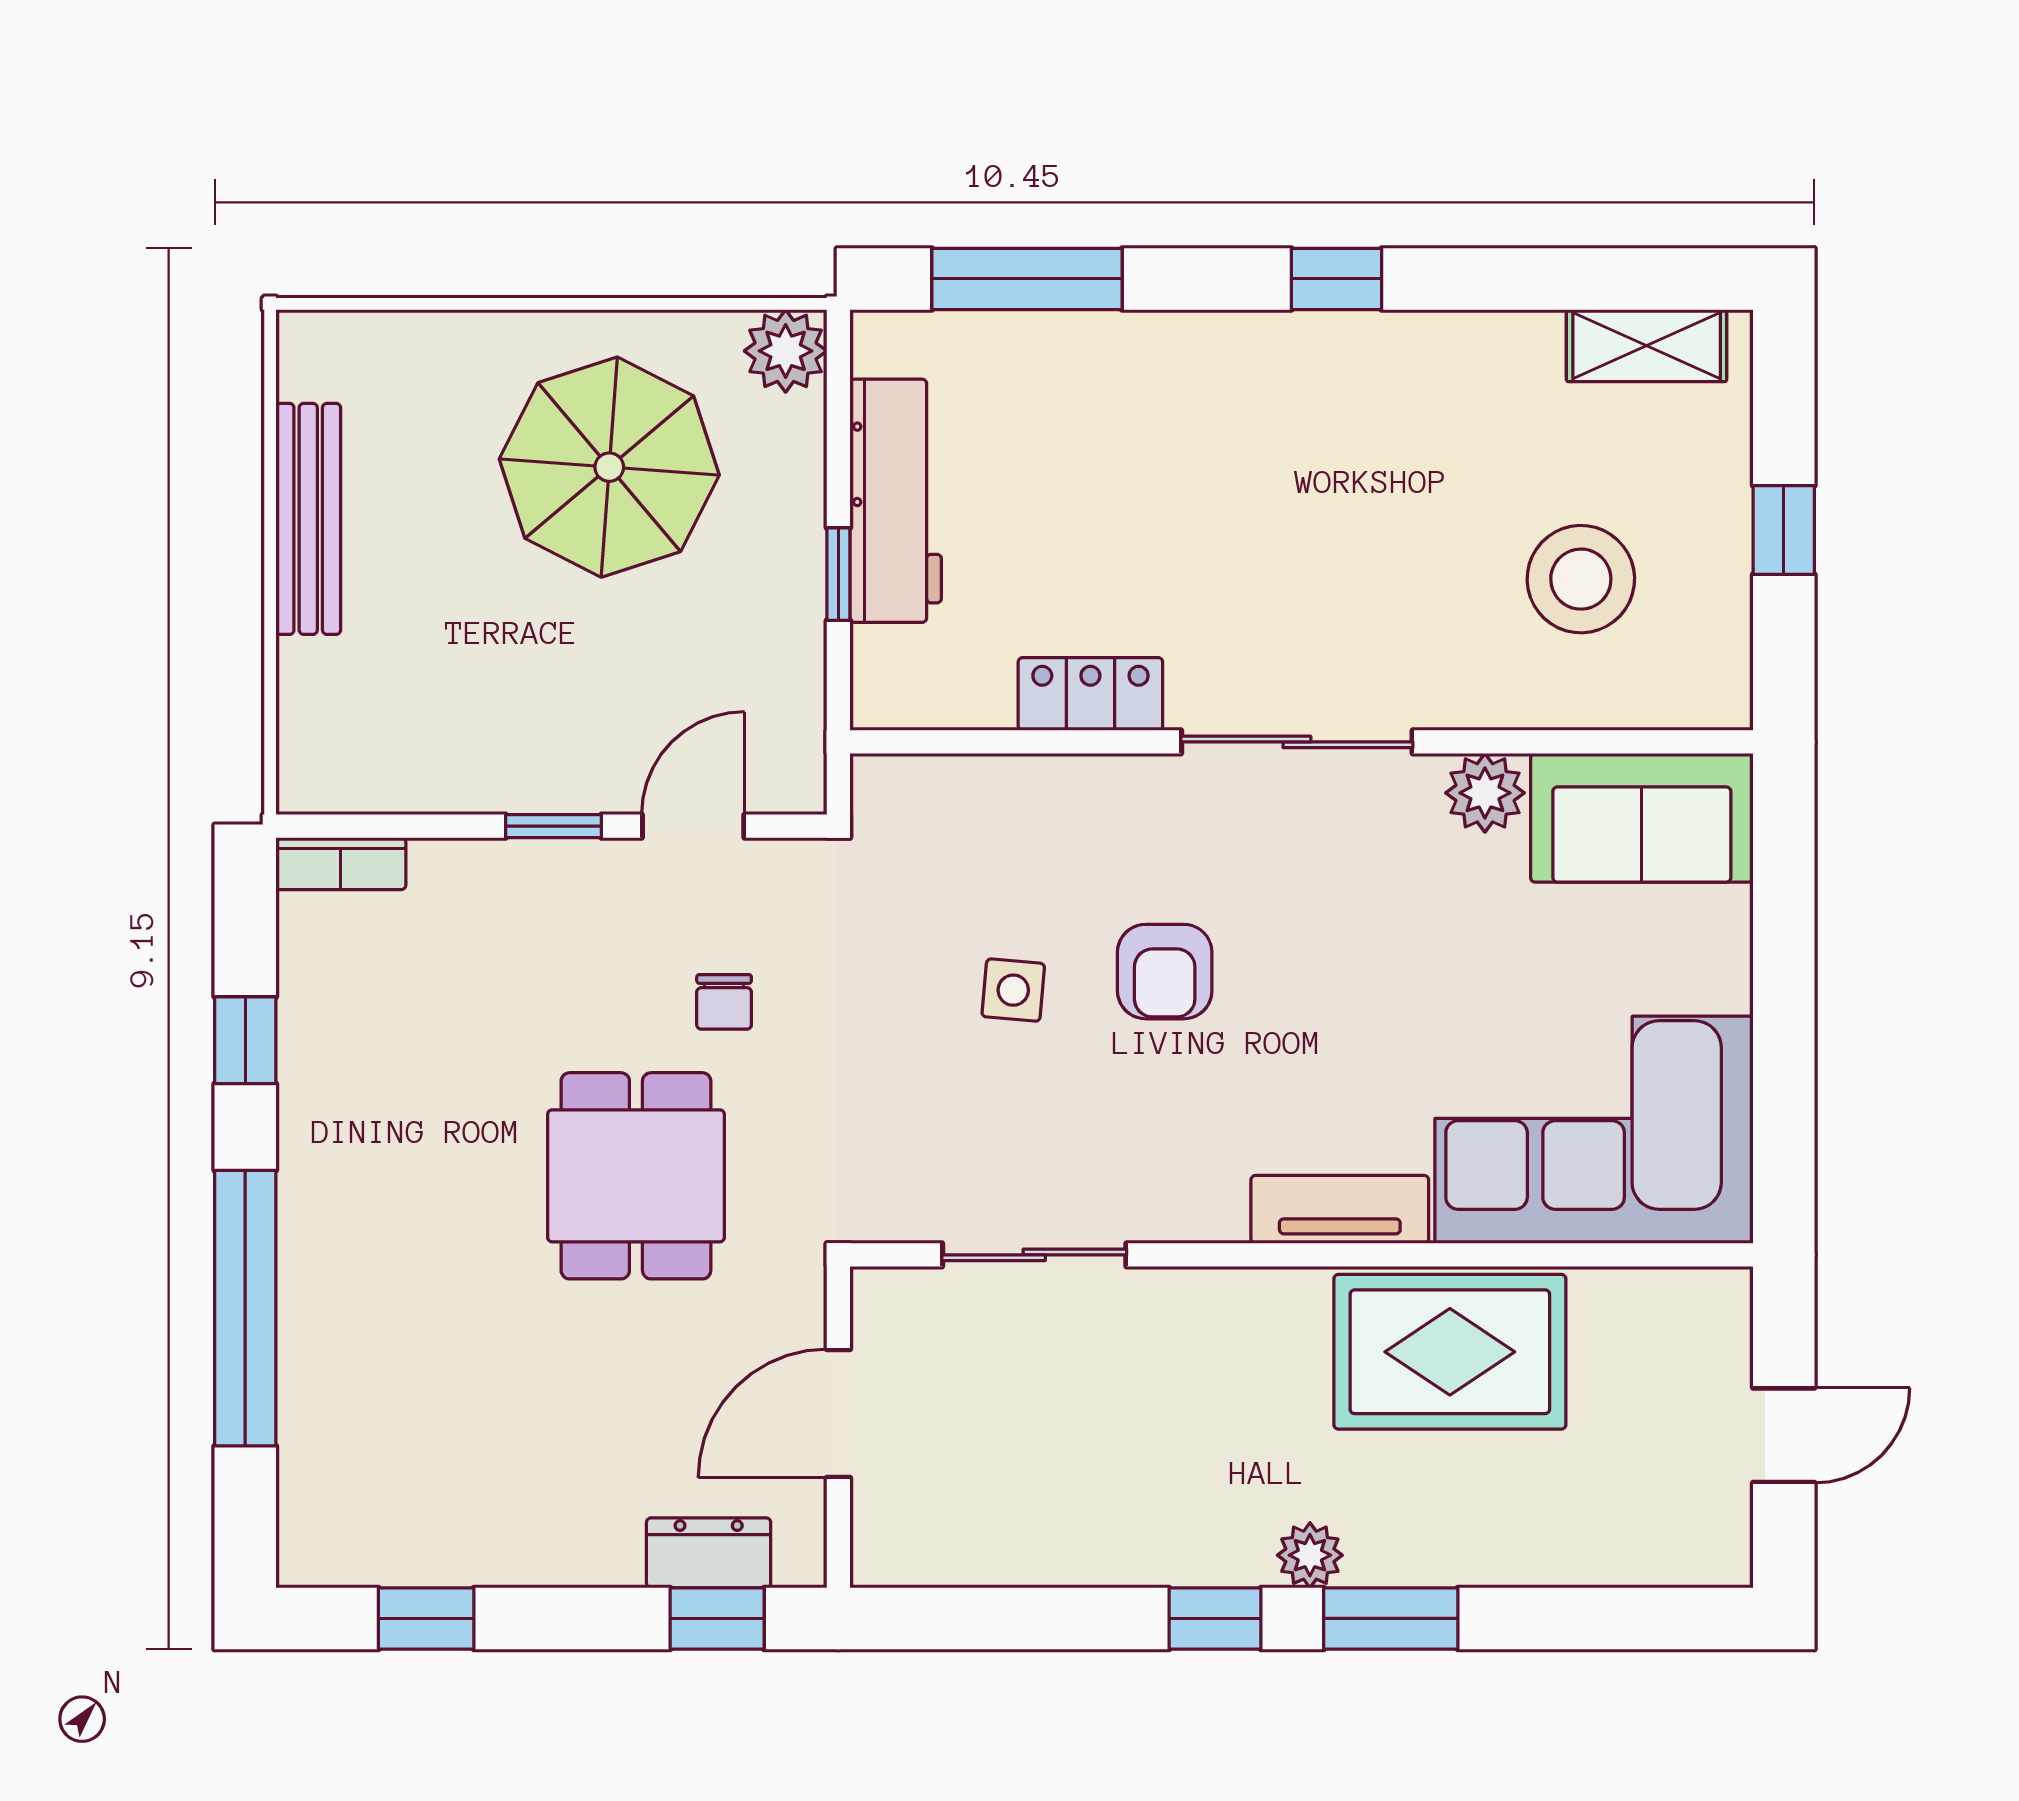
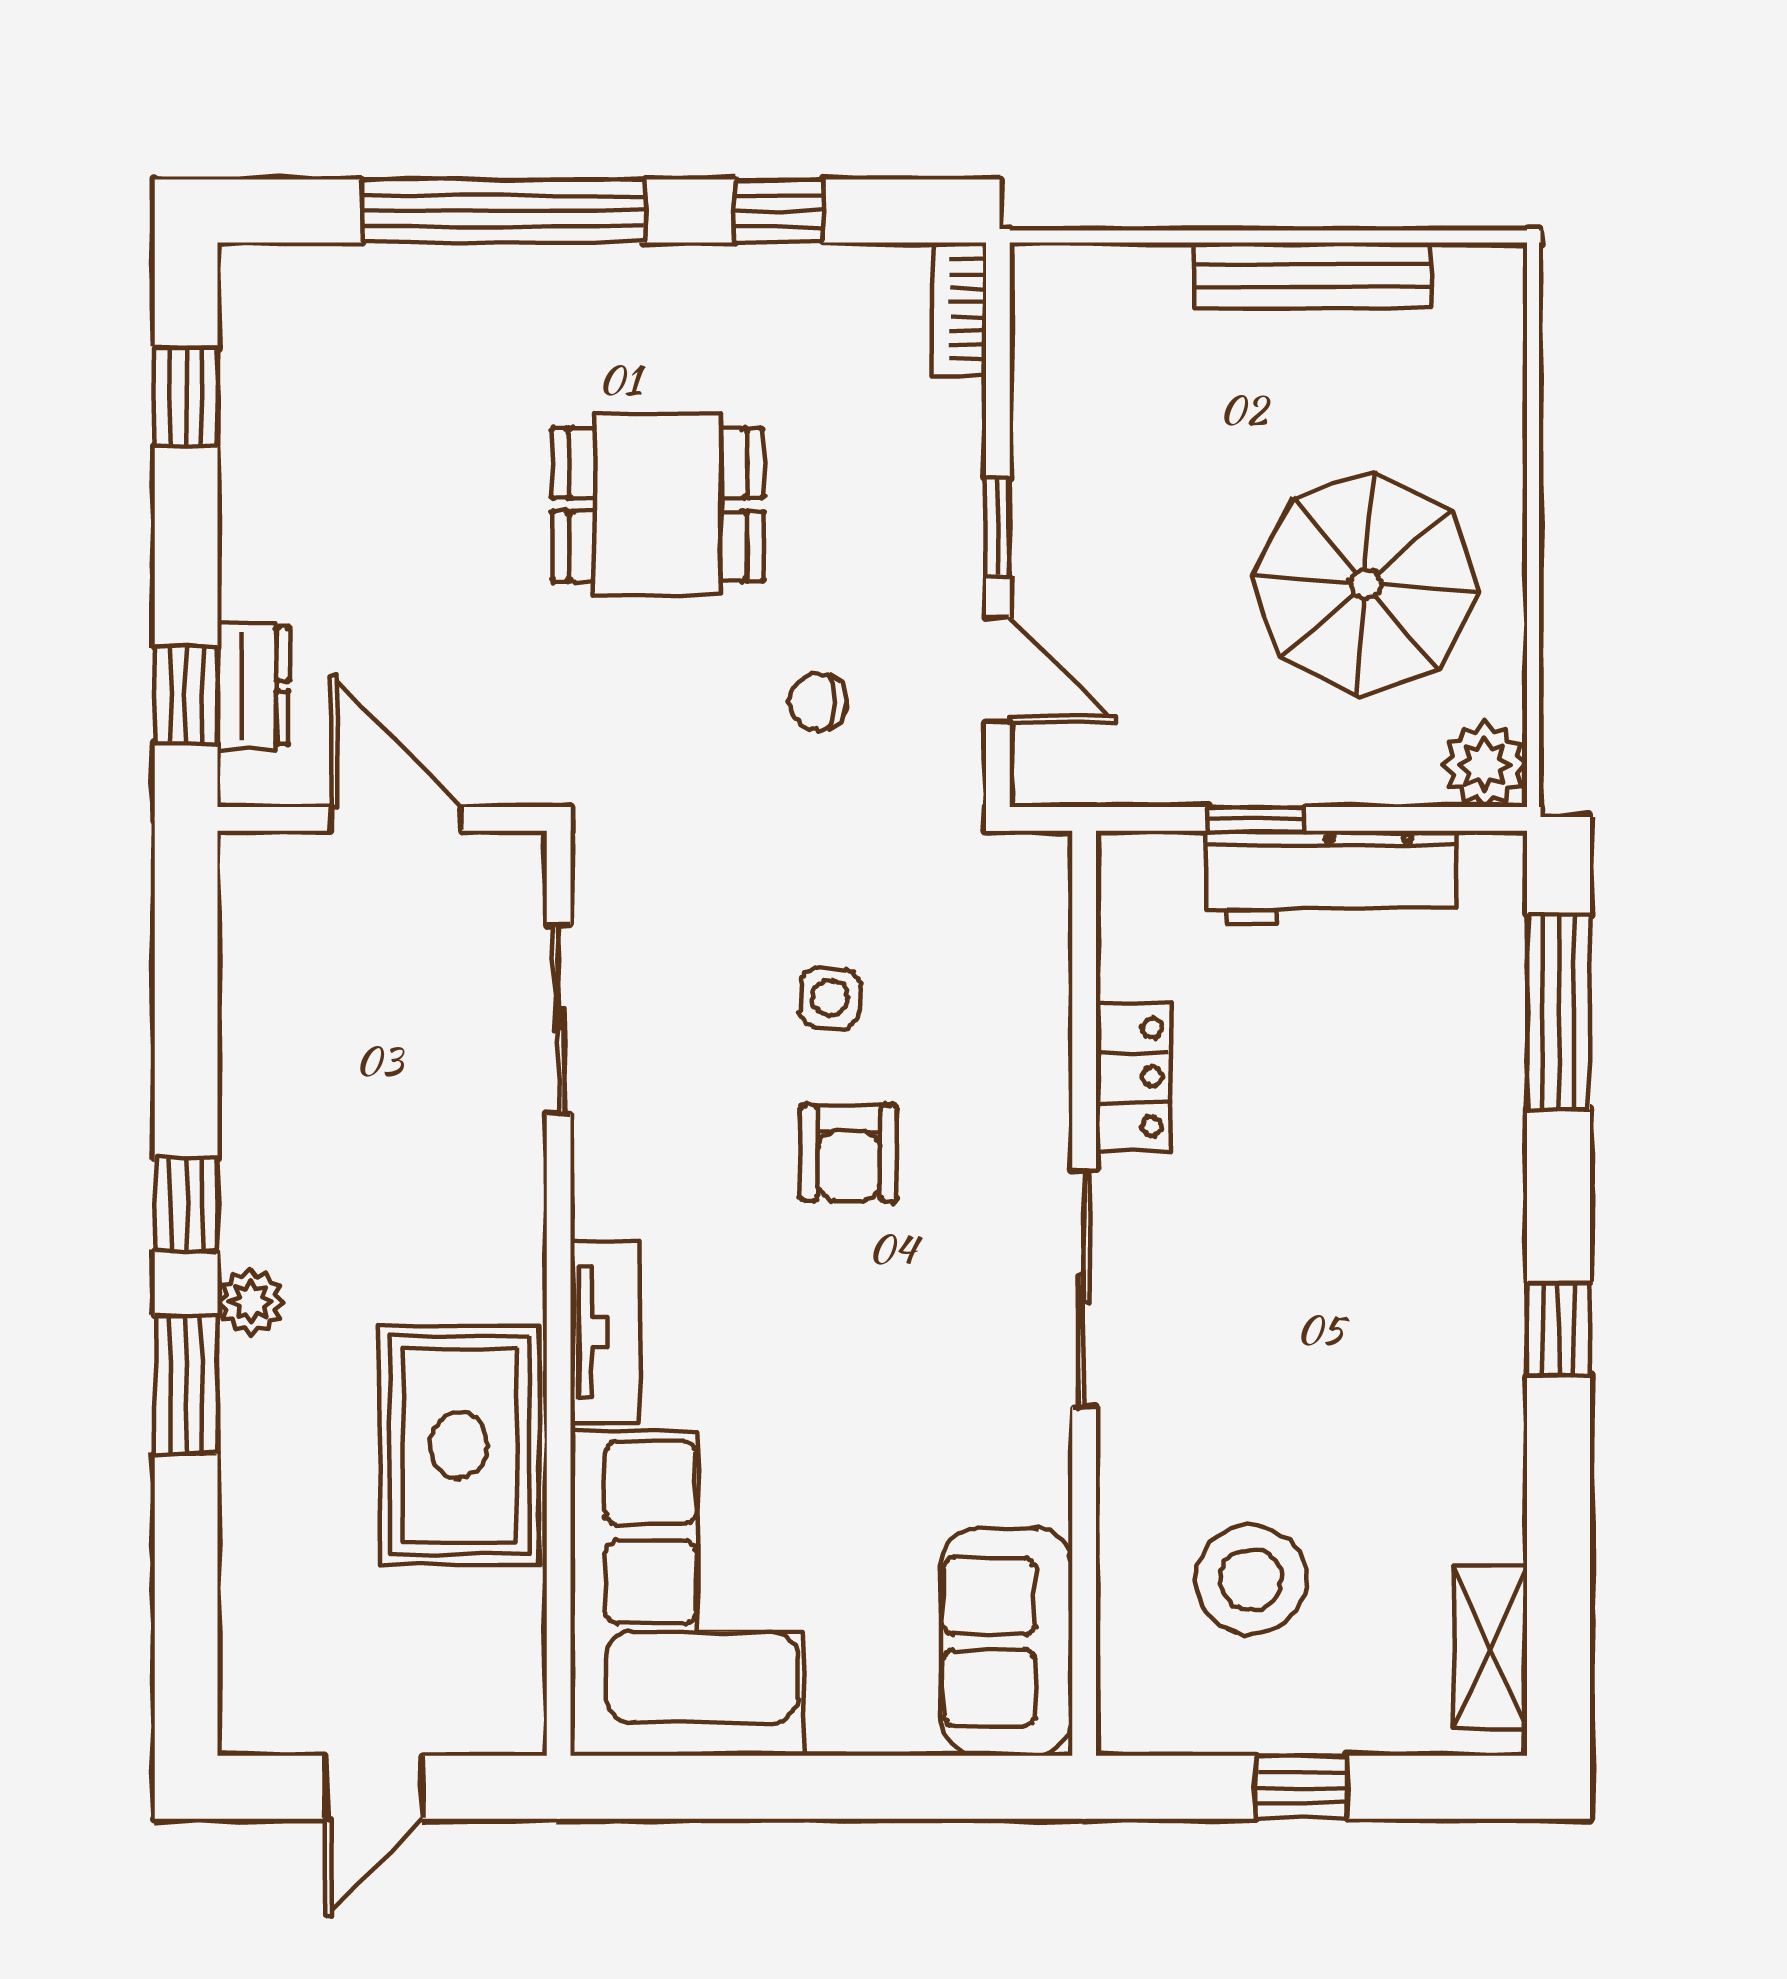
plant: (1485, 793) -> (1032, 1481), removed
armchair: (1165, 972) -> (849, 1153), turned -90
dining table: (636, 1176) -> (658, 505), moved
door: (1784, 1435) -> (374, 1787), hinge flipped

